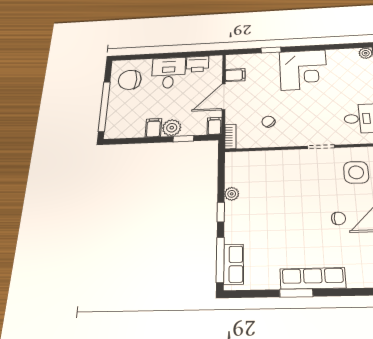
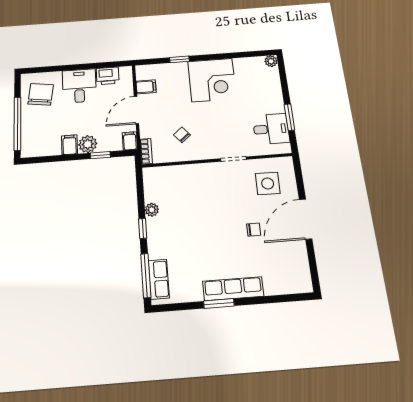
chair: (130, 80) -> (41, 94), turned 98

